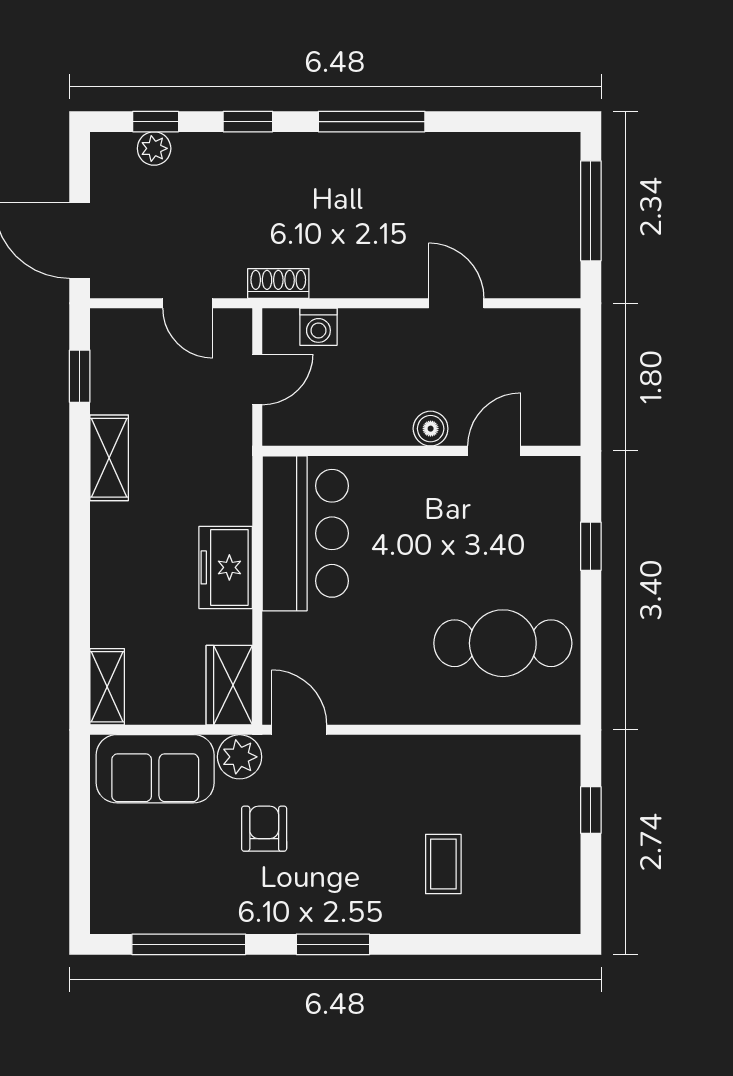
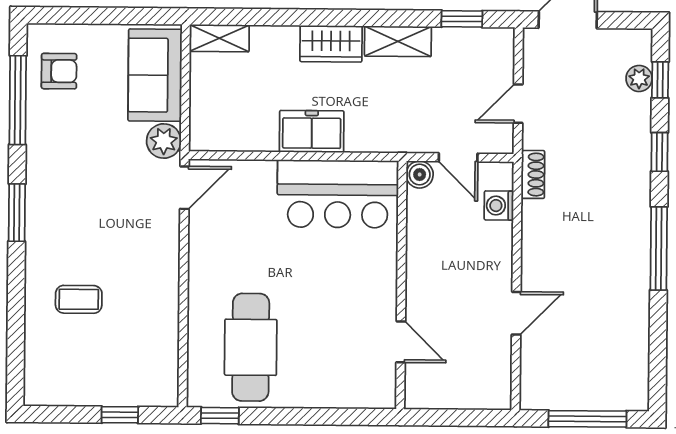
boiler: (431, 429) -> (420, 175), moved
window: (591, 546) -> (220, 416), moved
wardrobe: (229, 685) -> (331, 44), moved, turned 180
armchair: (264, 829) -> (59, 71), moved

